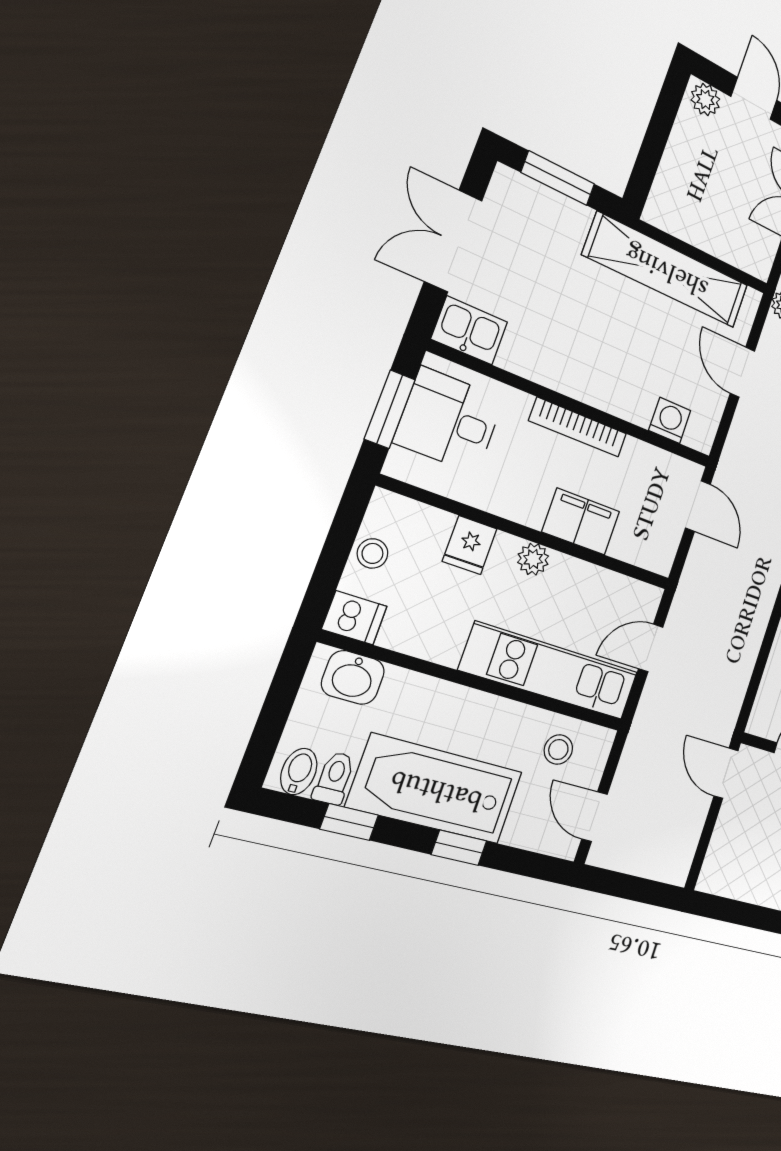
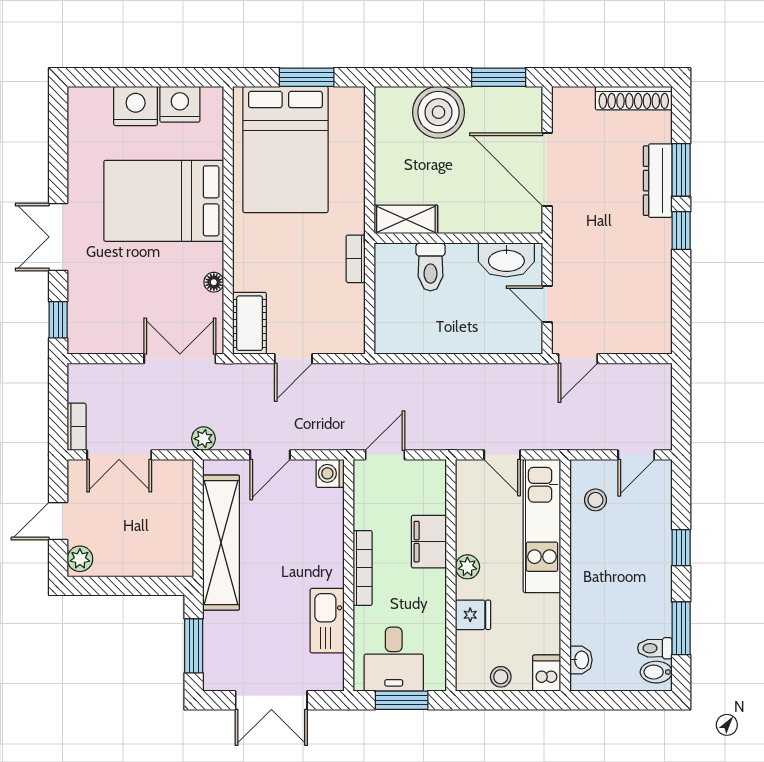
kitchen sink: (469, 330) -> (327, 621), moved, width x1.38
washing machine: (670, 420) -> (330, 473), moved
washbasin: (353, 677) -> (581, 660), width x0.72, depth x0.69
bathtub: (436, 789) -> (645, 578), removed
window: (349, 822) -> (681, 628), width x1.50

